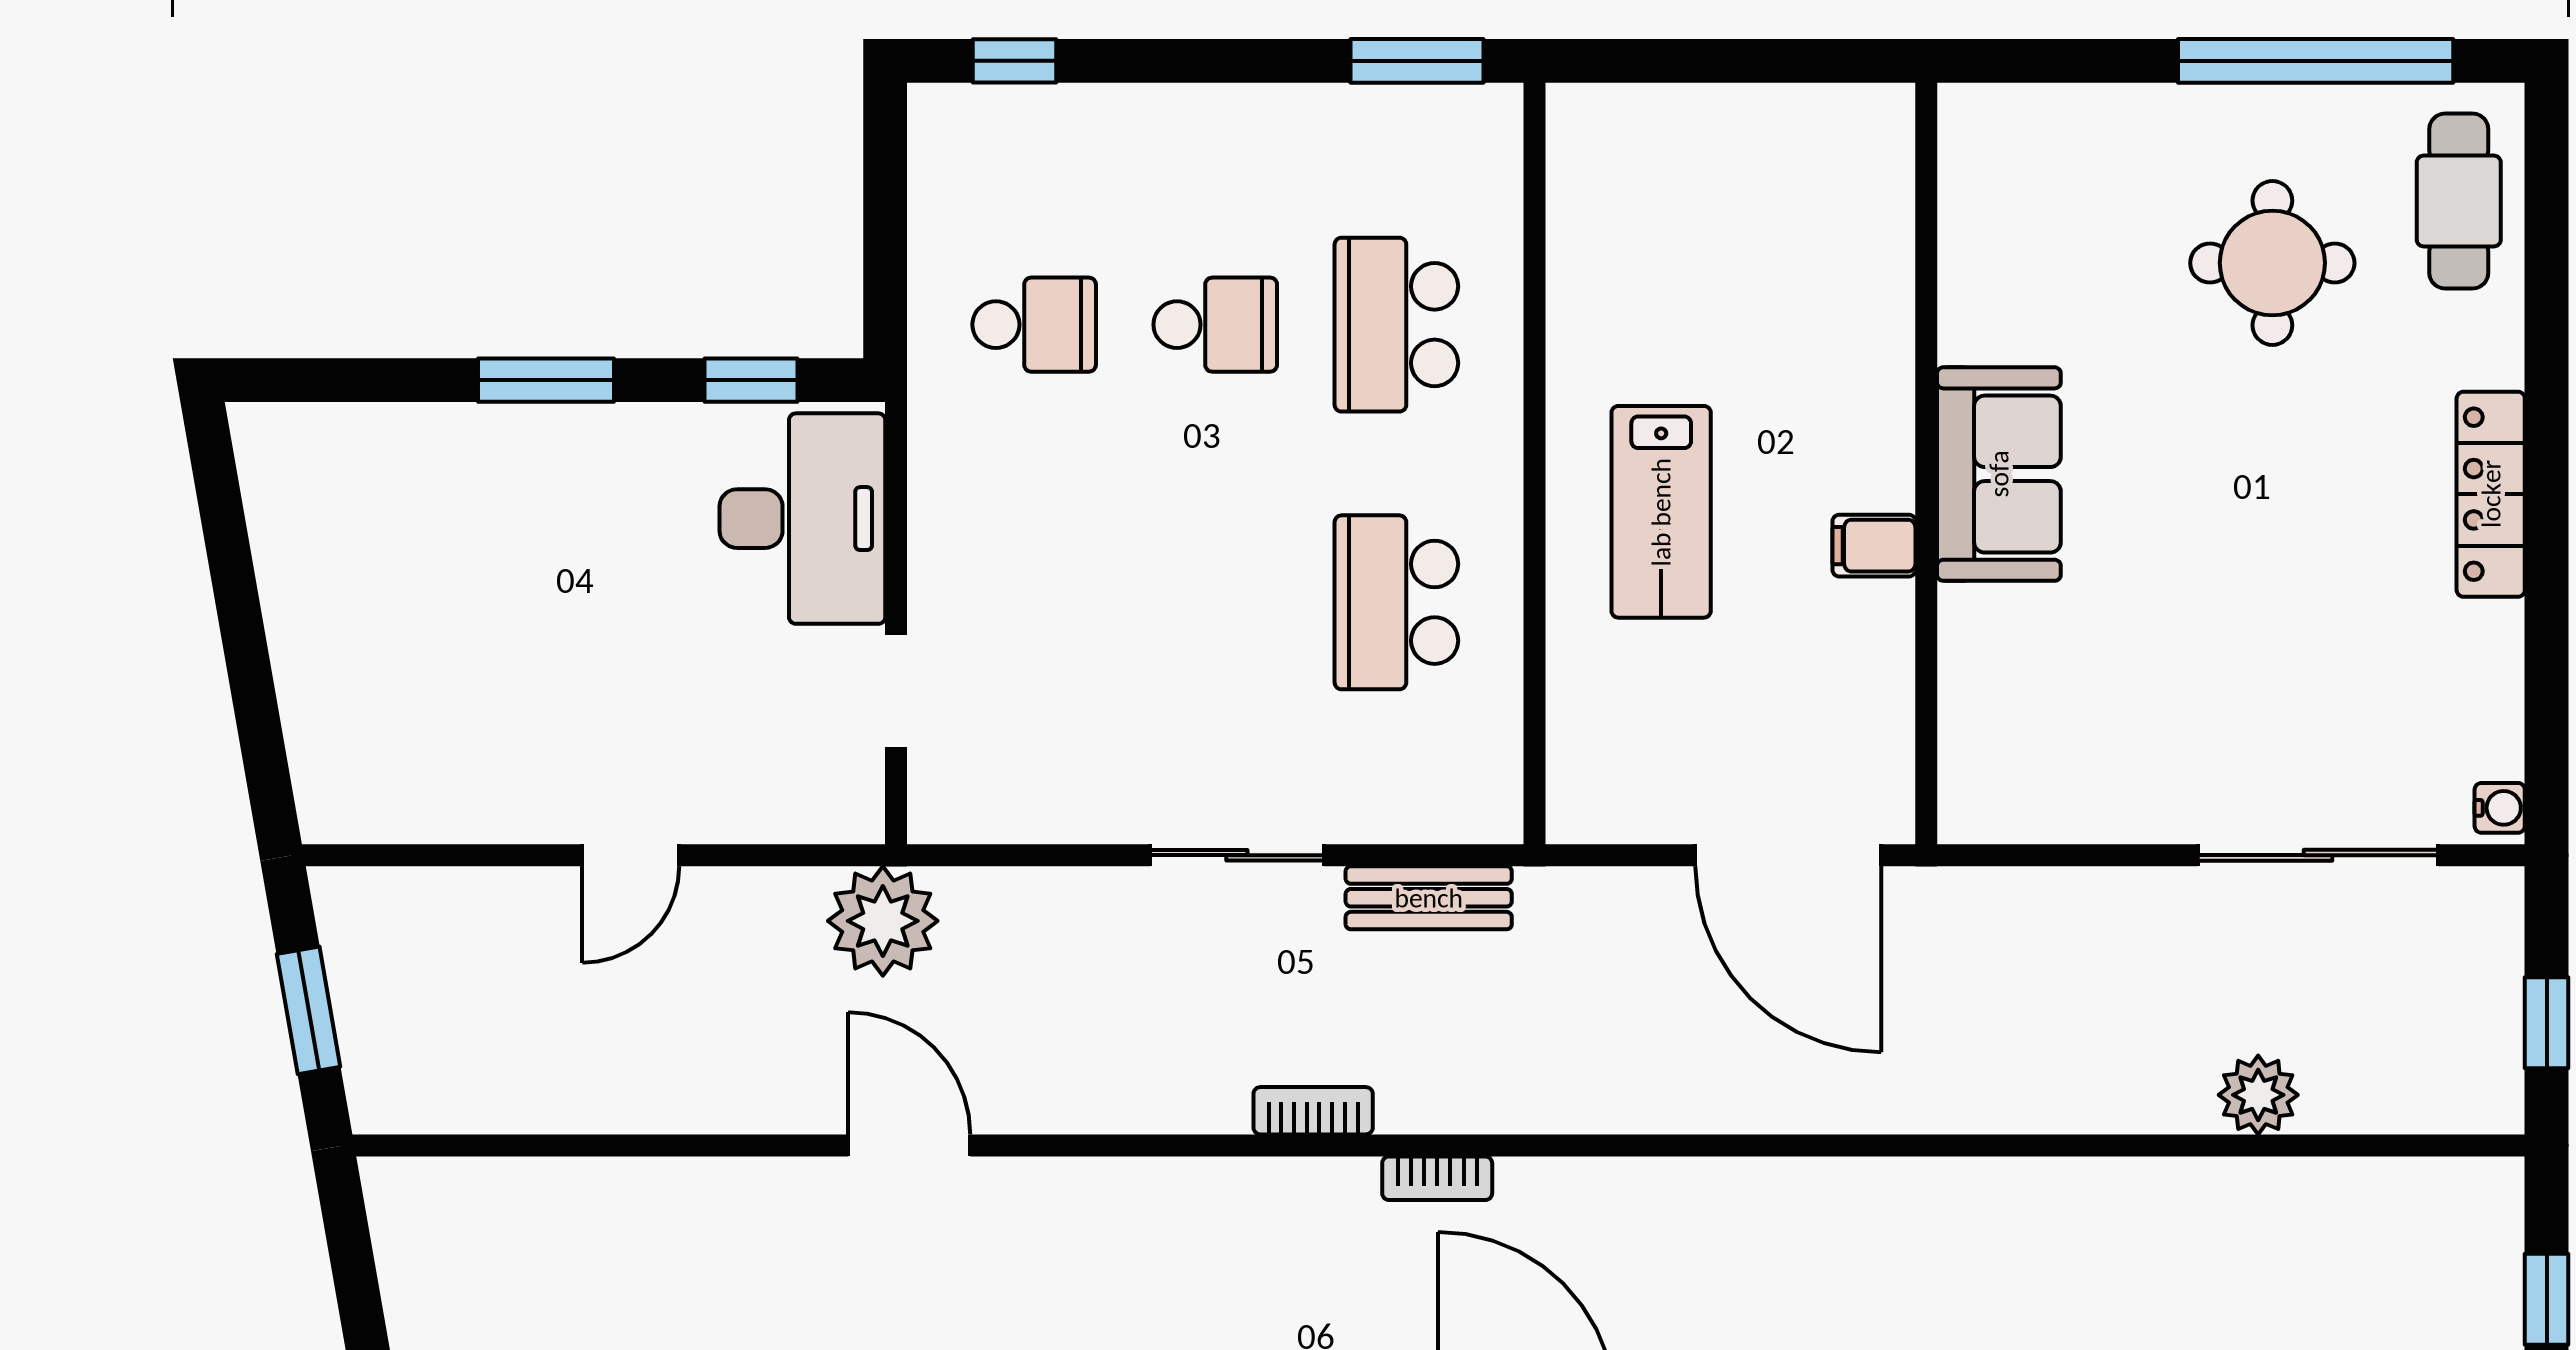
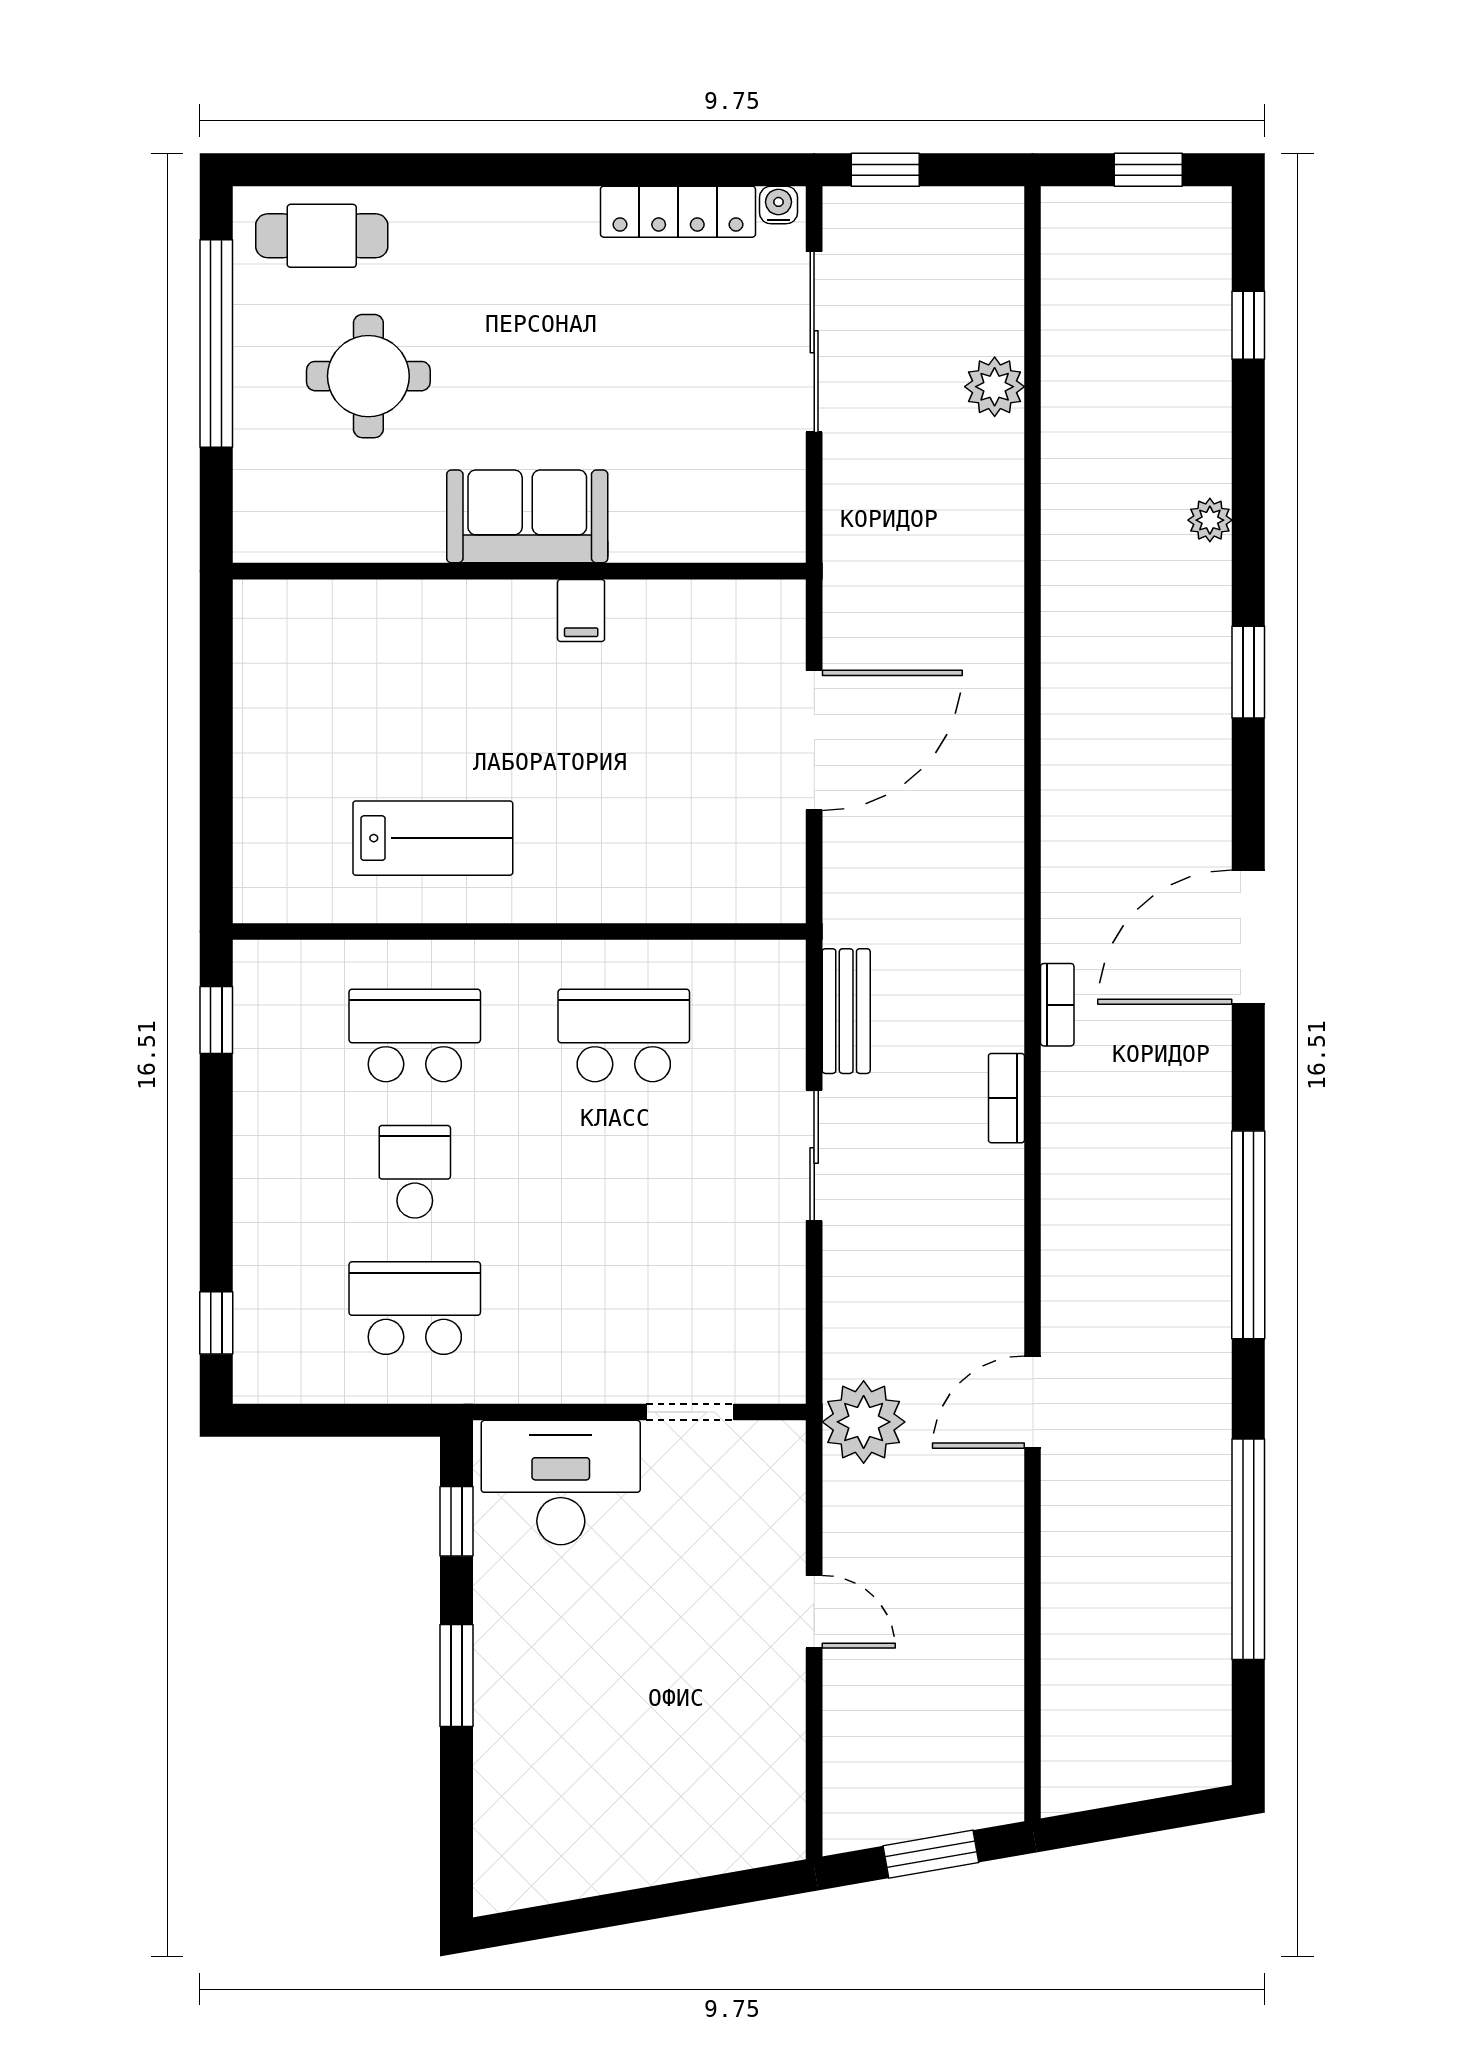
window: (1417, 61) -> (216, 1020), width x0.67
school desk: (1034, 325) -> (415, 1308), width x1.85
school desk: (1396, 325) -> (415, 1035), turned 180
wall: (1926, 463) -> (519, 571), moved
sofa: (1999, 474) -> (527, 516), moved
locker: (2491, 494) -> (678, 212), moved
lab bench: (1661, 512) -> (433, 838), moved
filing cabinet: (1874, 546) -> (581, 610), moved
school desk: (1396, 602) -> (624, 1035), turned 180
window: (2547, 1023) -> (885, 170), moved

